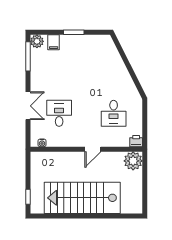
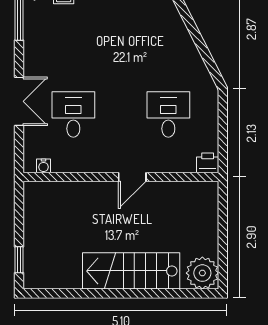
desk: (114, 113) -> (168, 114), turned 180
plant: (133, 161) -> (202, 273), moved
stairs: (82, 198) -> (131, 271), width x0.73, depth x0.66

